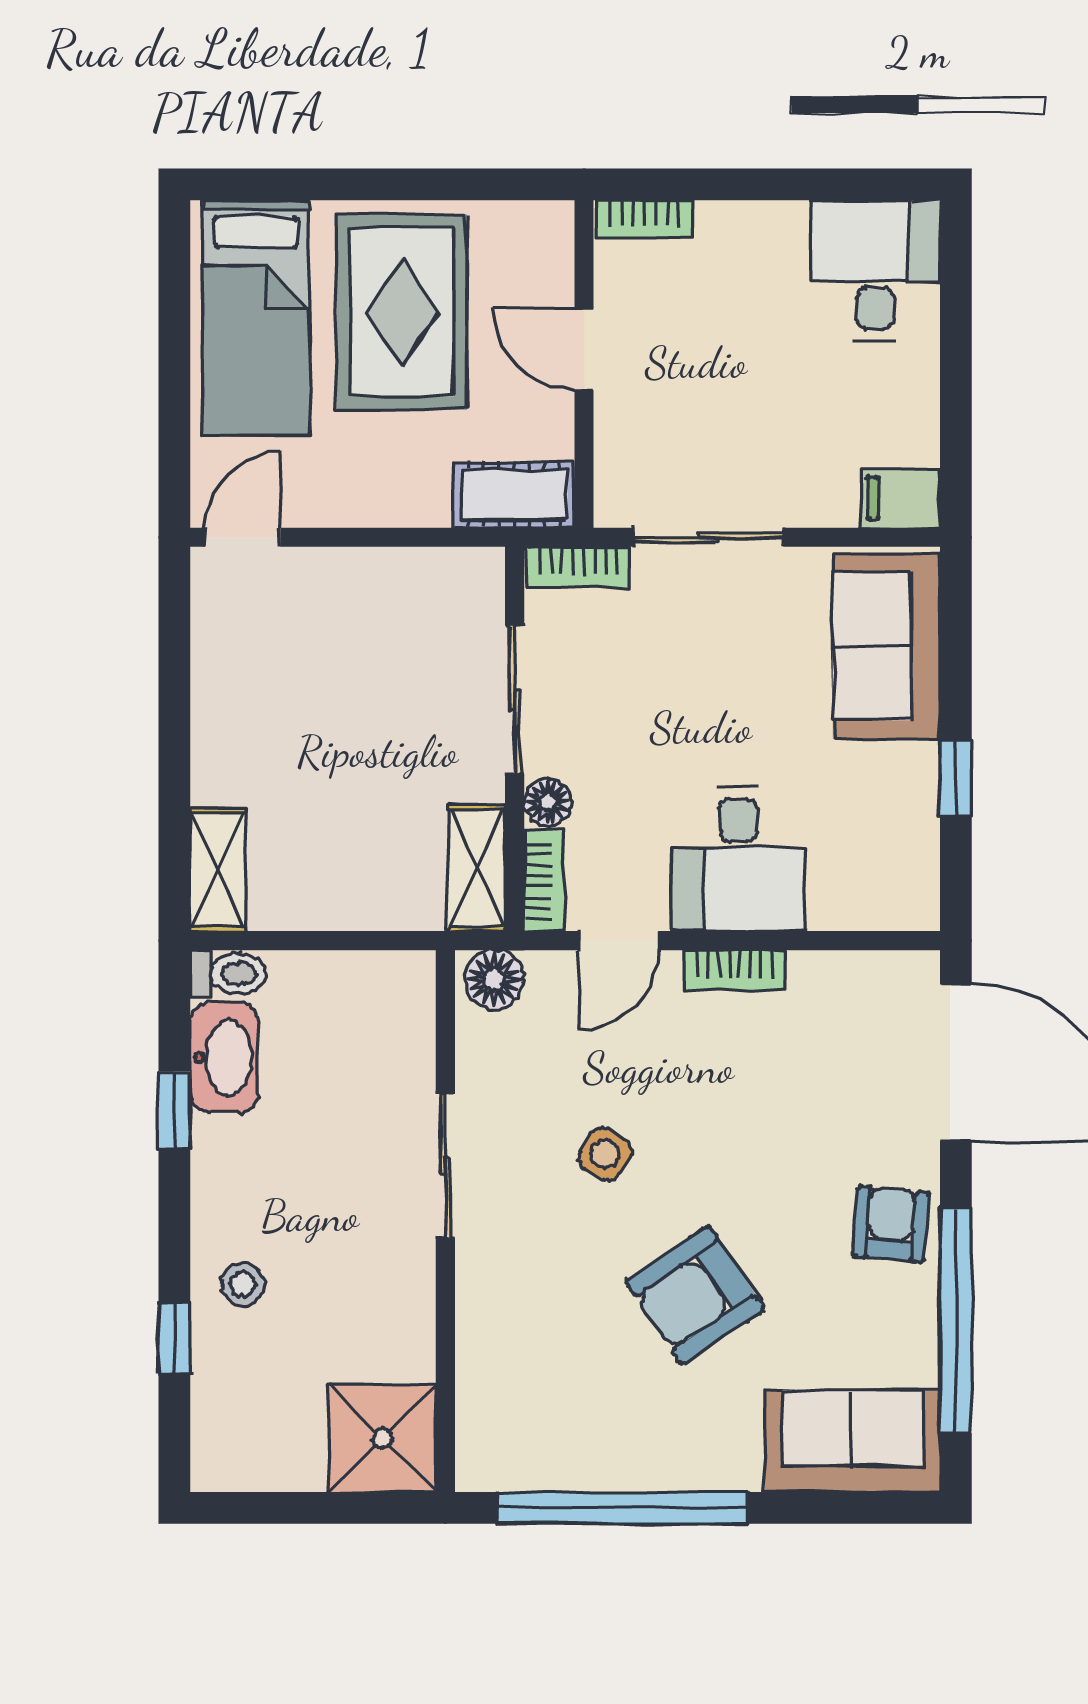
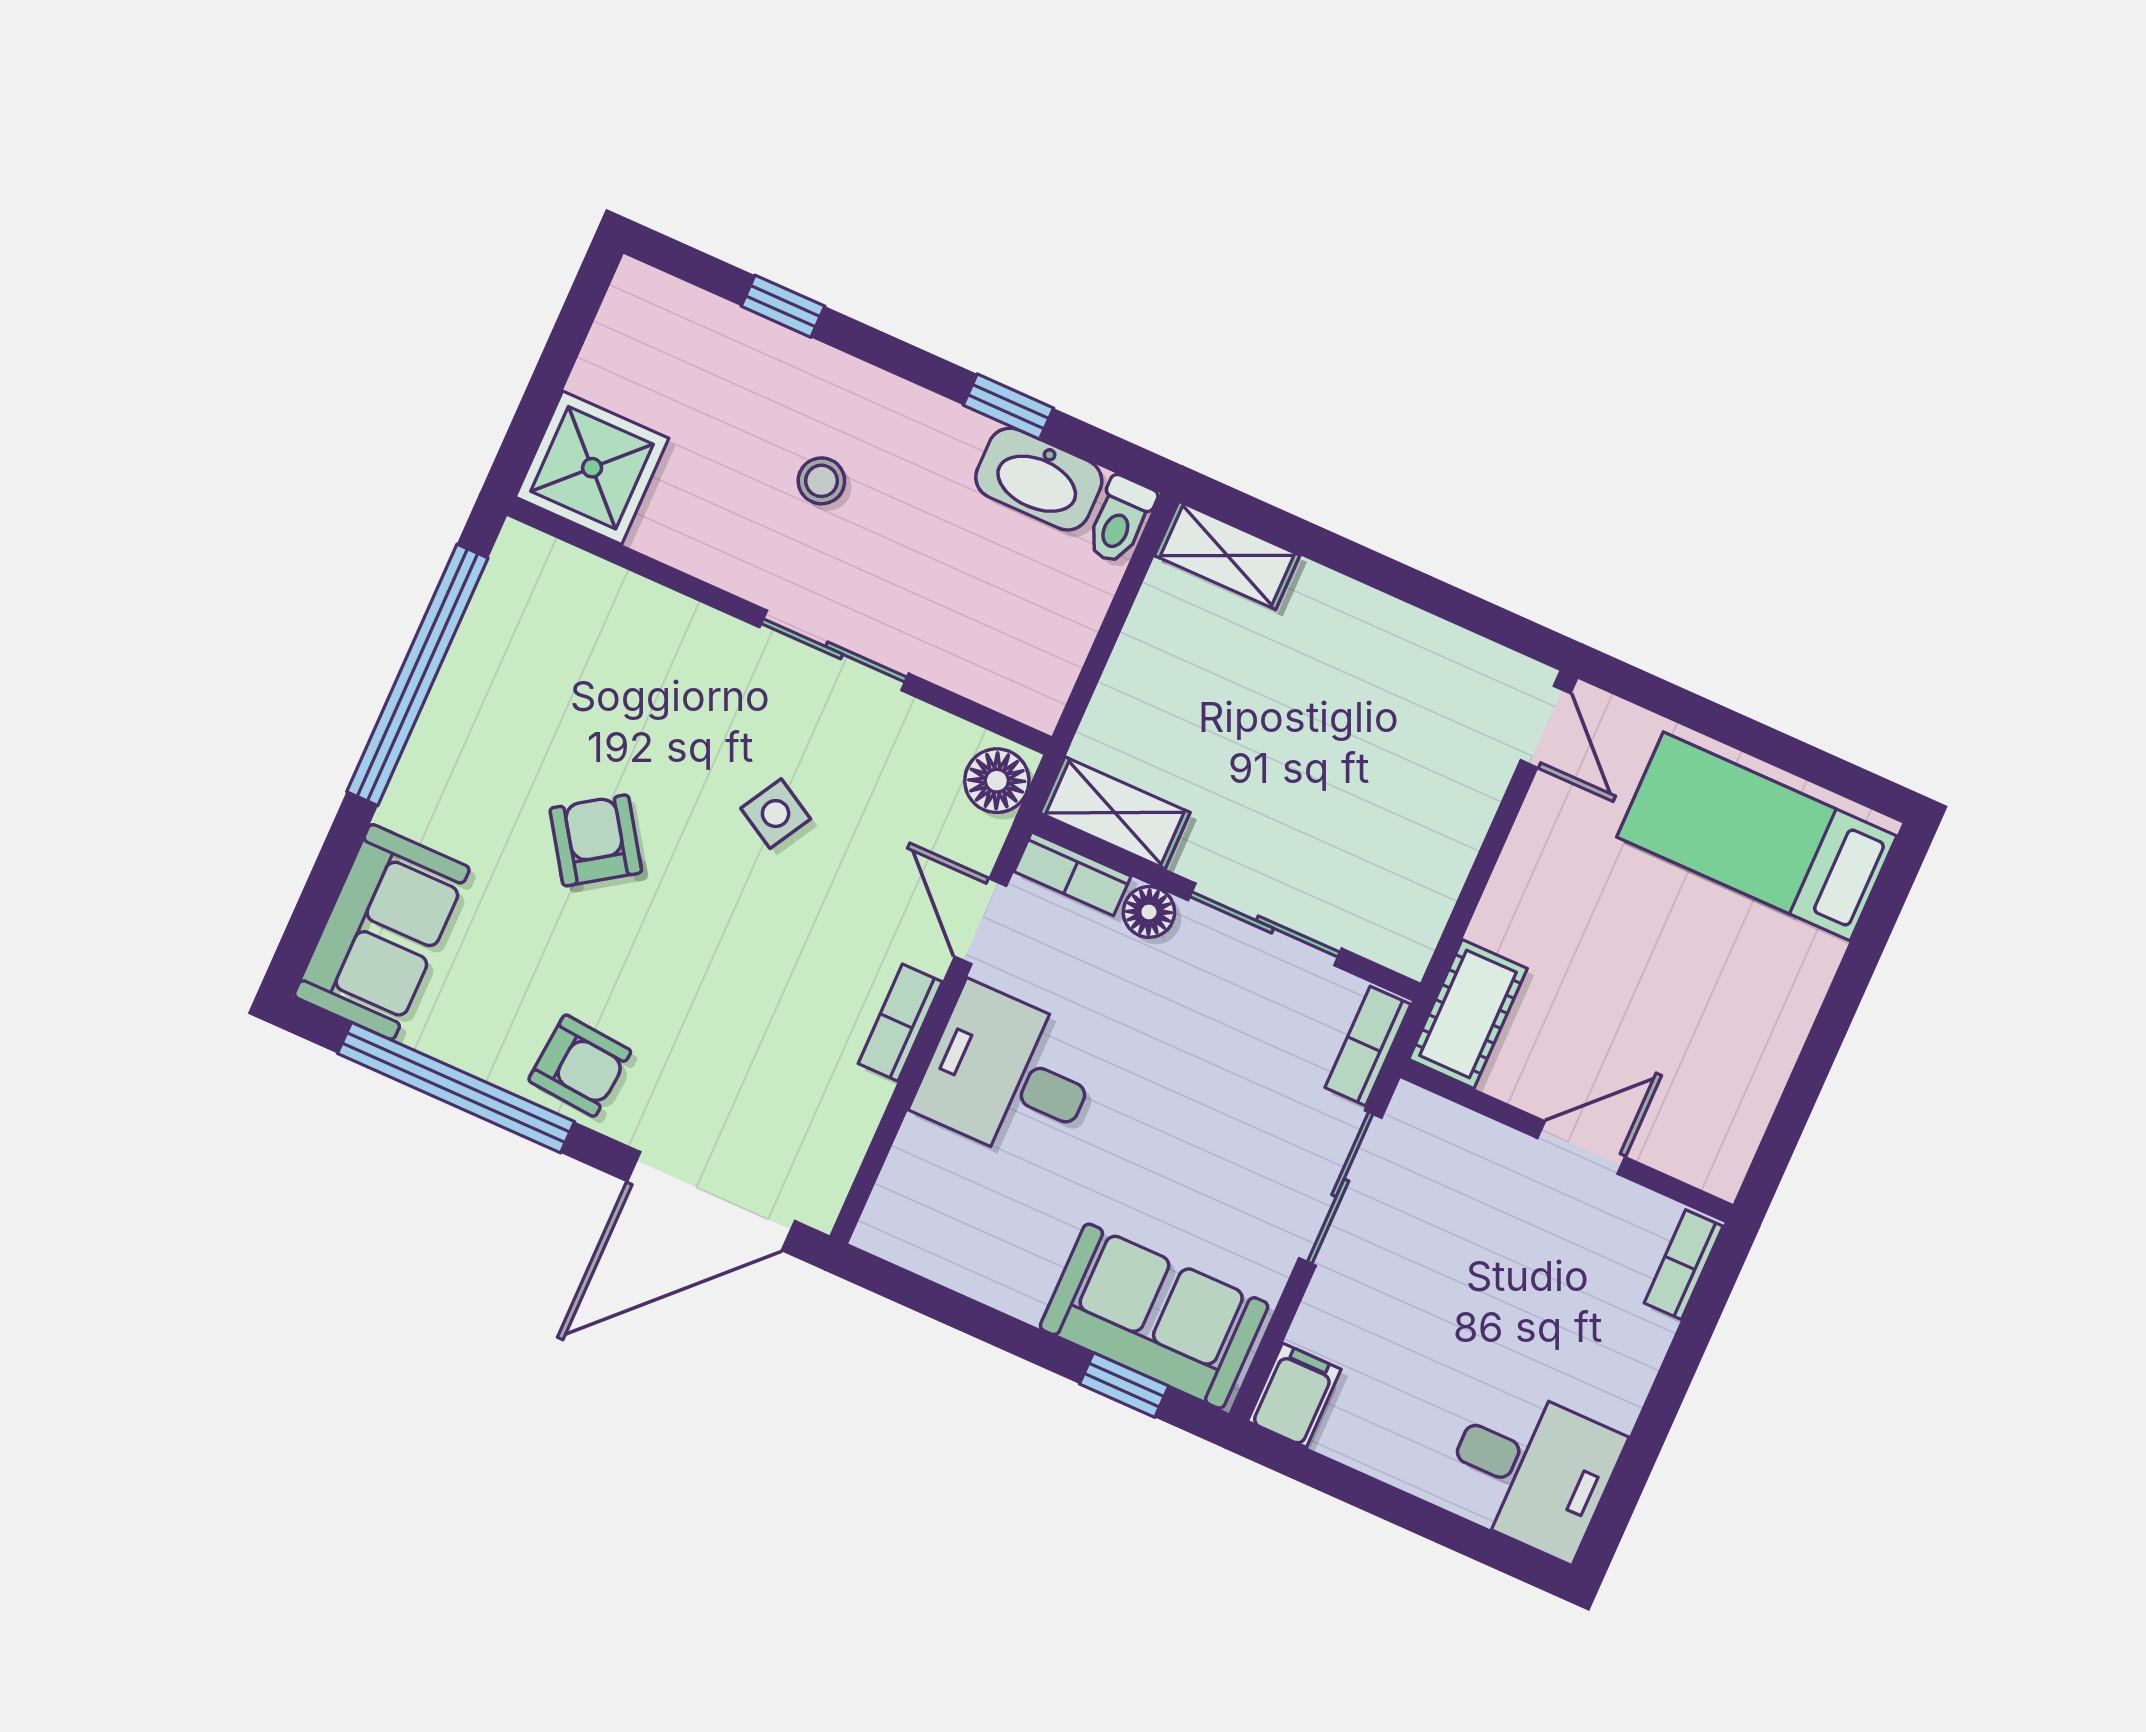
rug: (402, 312) -> (1698, 983), removed
window: (956, 778) -> (1124, 1385), moved
stool: (242, 1284) -> (821, 481), moved
armchair: (695, 1295) -> (596, 840), width x0.72, depth x0.72

